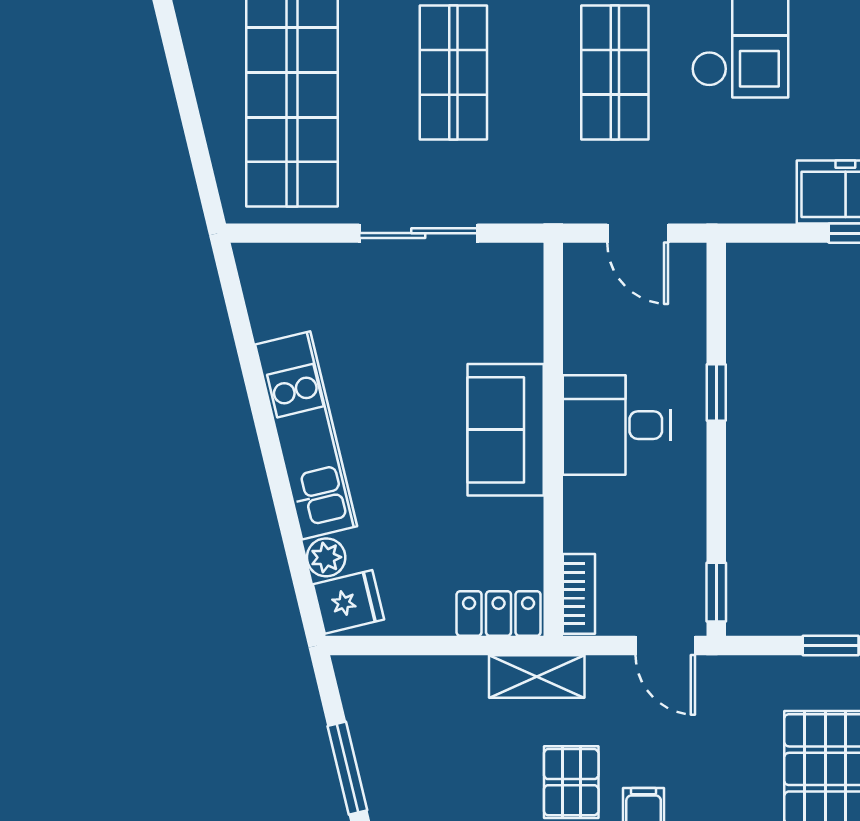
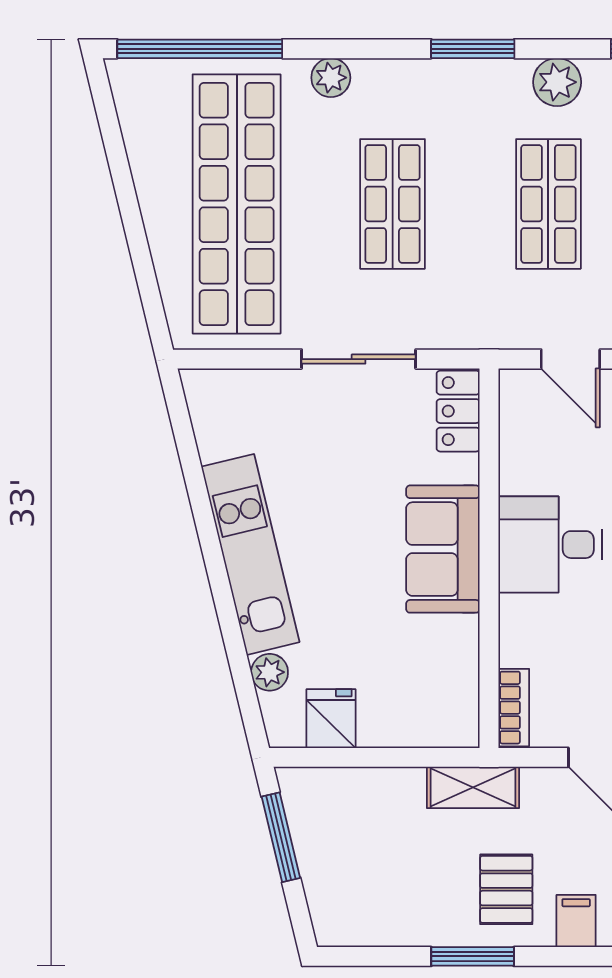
fridge: (349, 602) -> (331, 719), moved, turned -76
locker: (499, 613) -> (458, 411), moved, turned -90
window: (347, 768) -> (281, 837), moved

